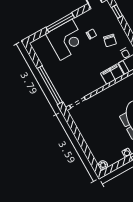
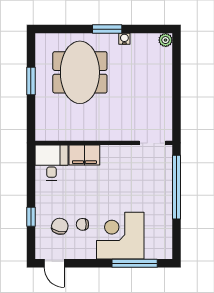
window: (117, 11) -> (31, 217), moved
window: (60, 22) -> (135, 263), moved
chair: (110, 40) -> (60, 226), moved

